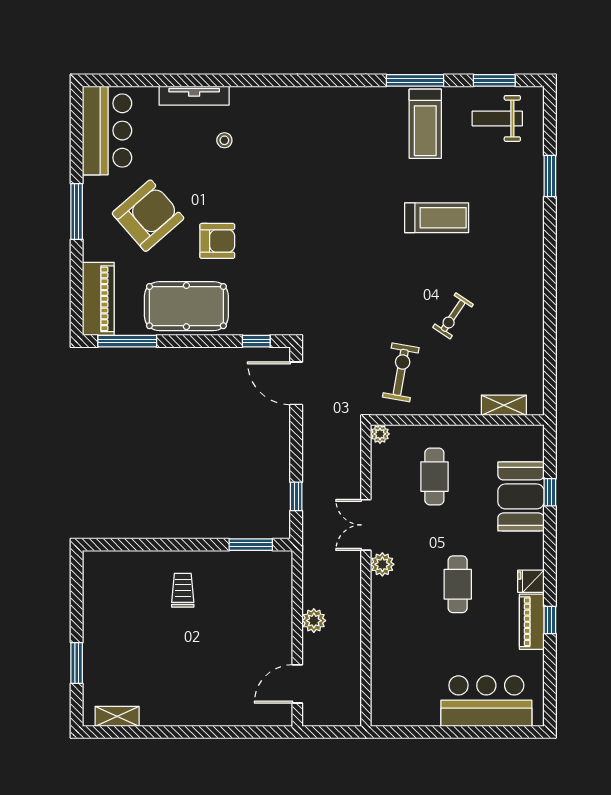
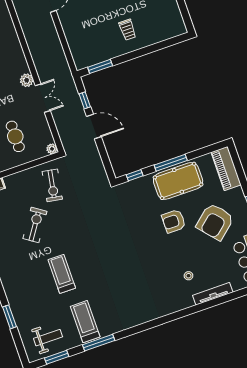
treadmill: (437, 218) -> (62, 274), turned 90
exercise bike: (453, 316) -> (35, 225), width x1.38, depth x1.39
window: (127, 341) -> (171, 163), moved
door: (296, 383) -> (94, 126), moved
plant: (314, 621) -> (53, 38), removed

